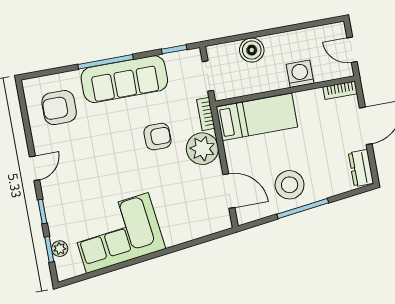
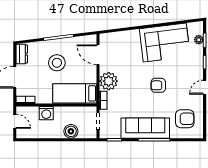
armchair: (158, 137) -> (158, 85), moved
stool: (290, 185) -> (57, 63), moved

